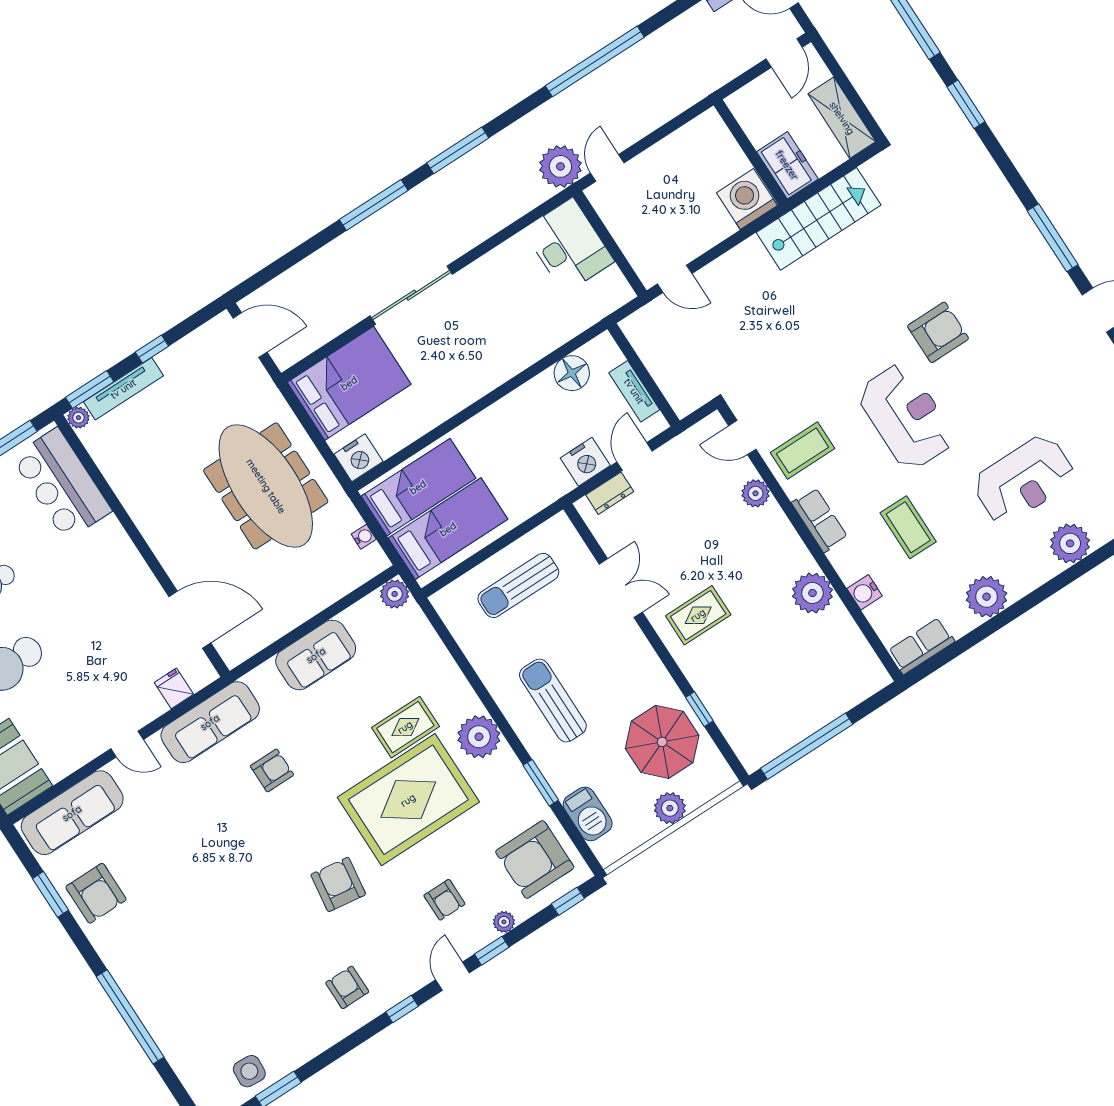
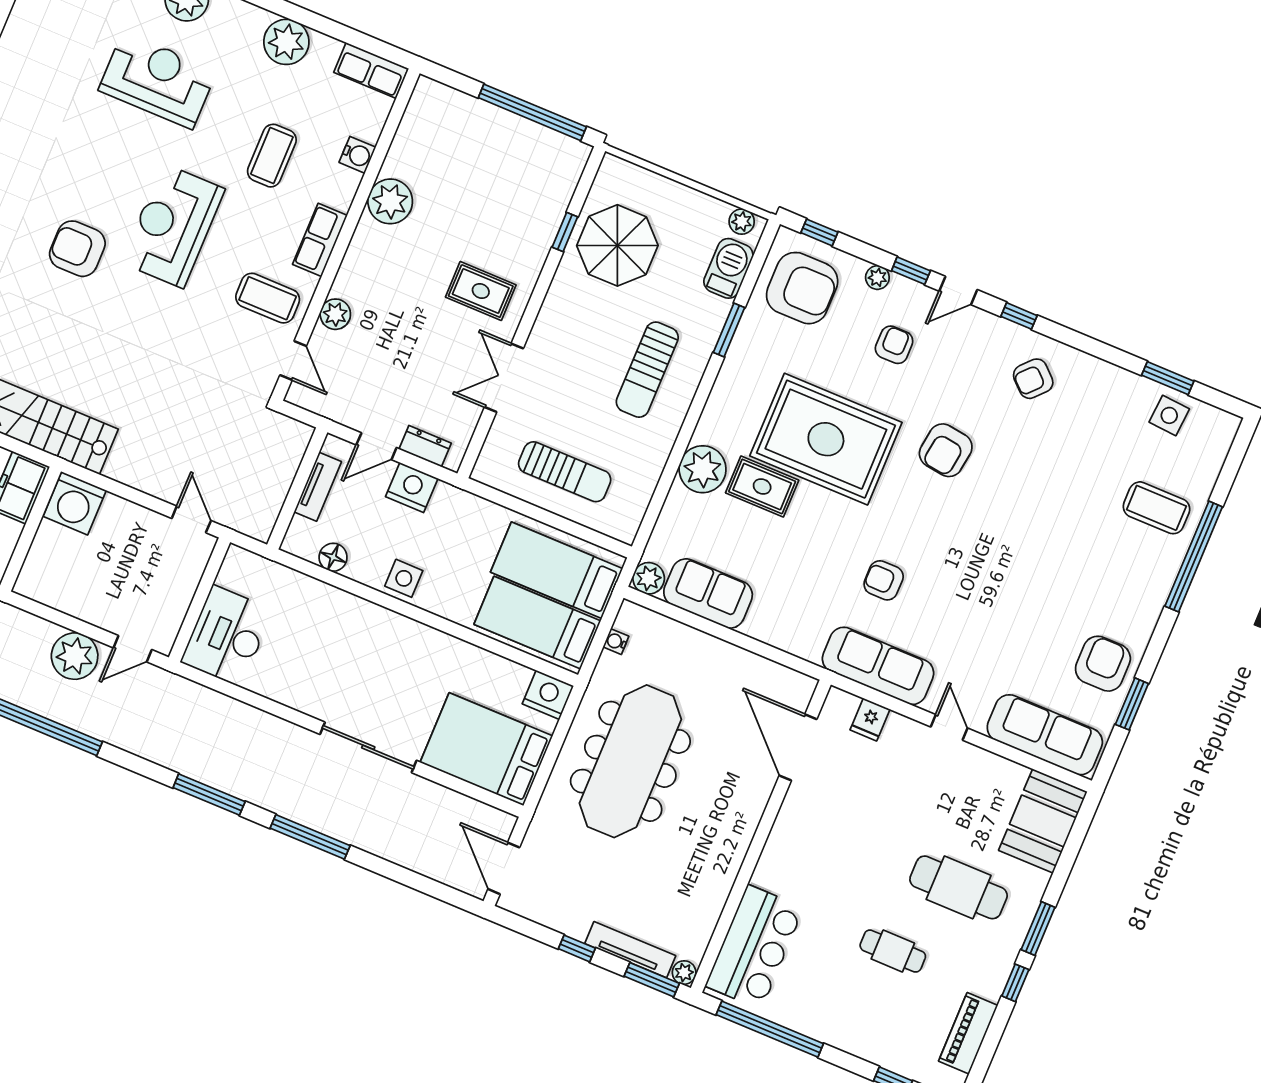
plant: (560, 166) -> (75, 656), moved
floor lamp: (572, 373) -> (333, 557), width x0.73, depth x0.73
side table: (521, 409) -> (404, 578), added
sofa: (316, 655) -> (708, 594), moved
plant: (479, 737) -> (703, 469), moved
plant: (670, 808) -> (742, 222), moved, width x0.73, depth x0.73
armchair: (347, 987) -> (1033, 379), turned 43
coffee table: (186, 1014) -> (1156, 508), added

